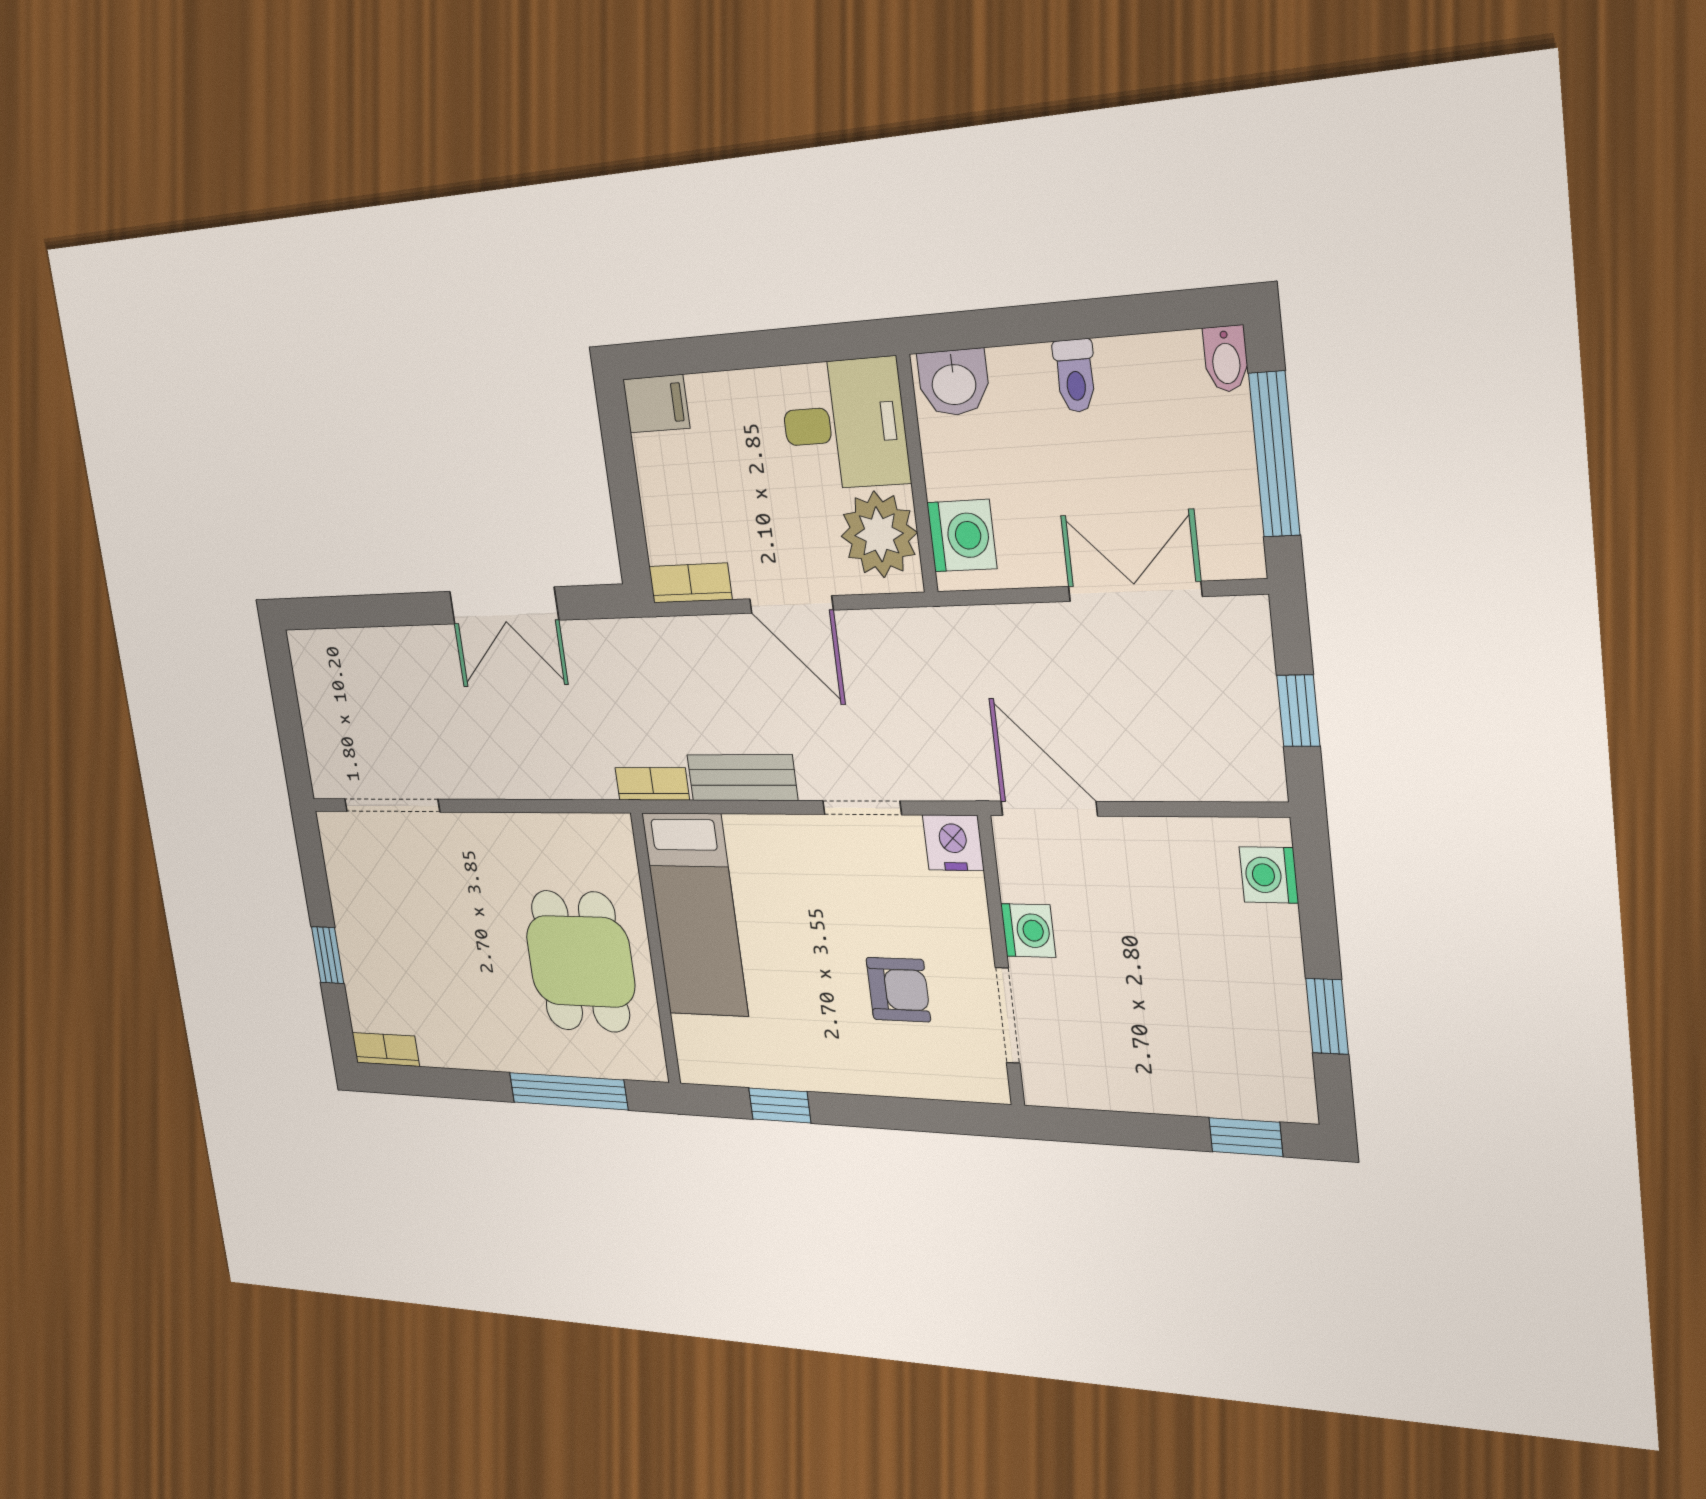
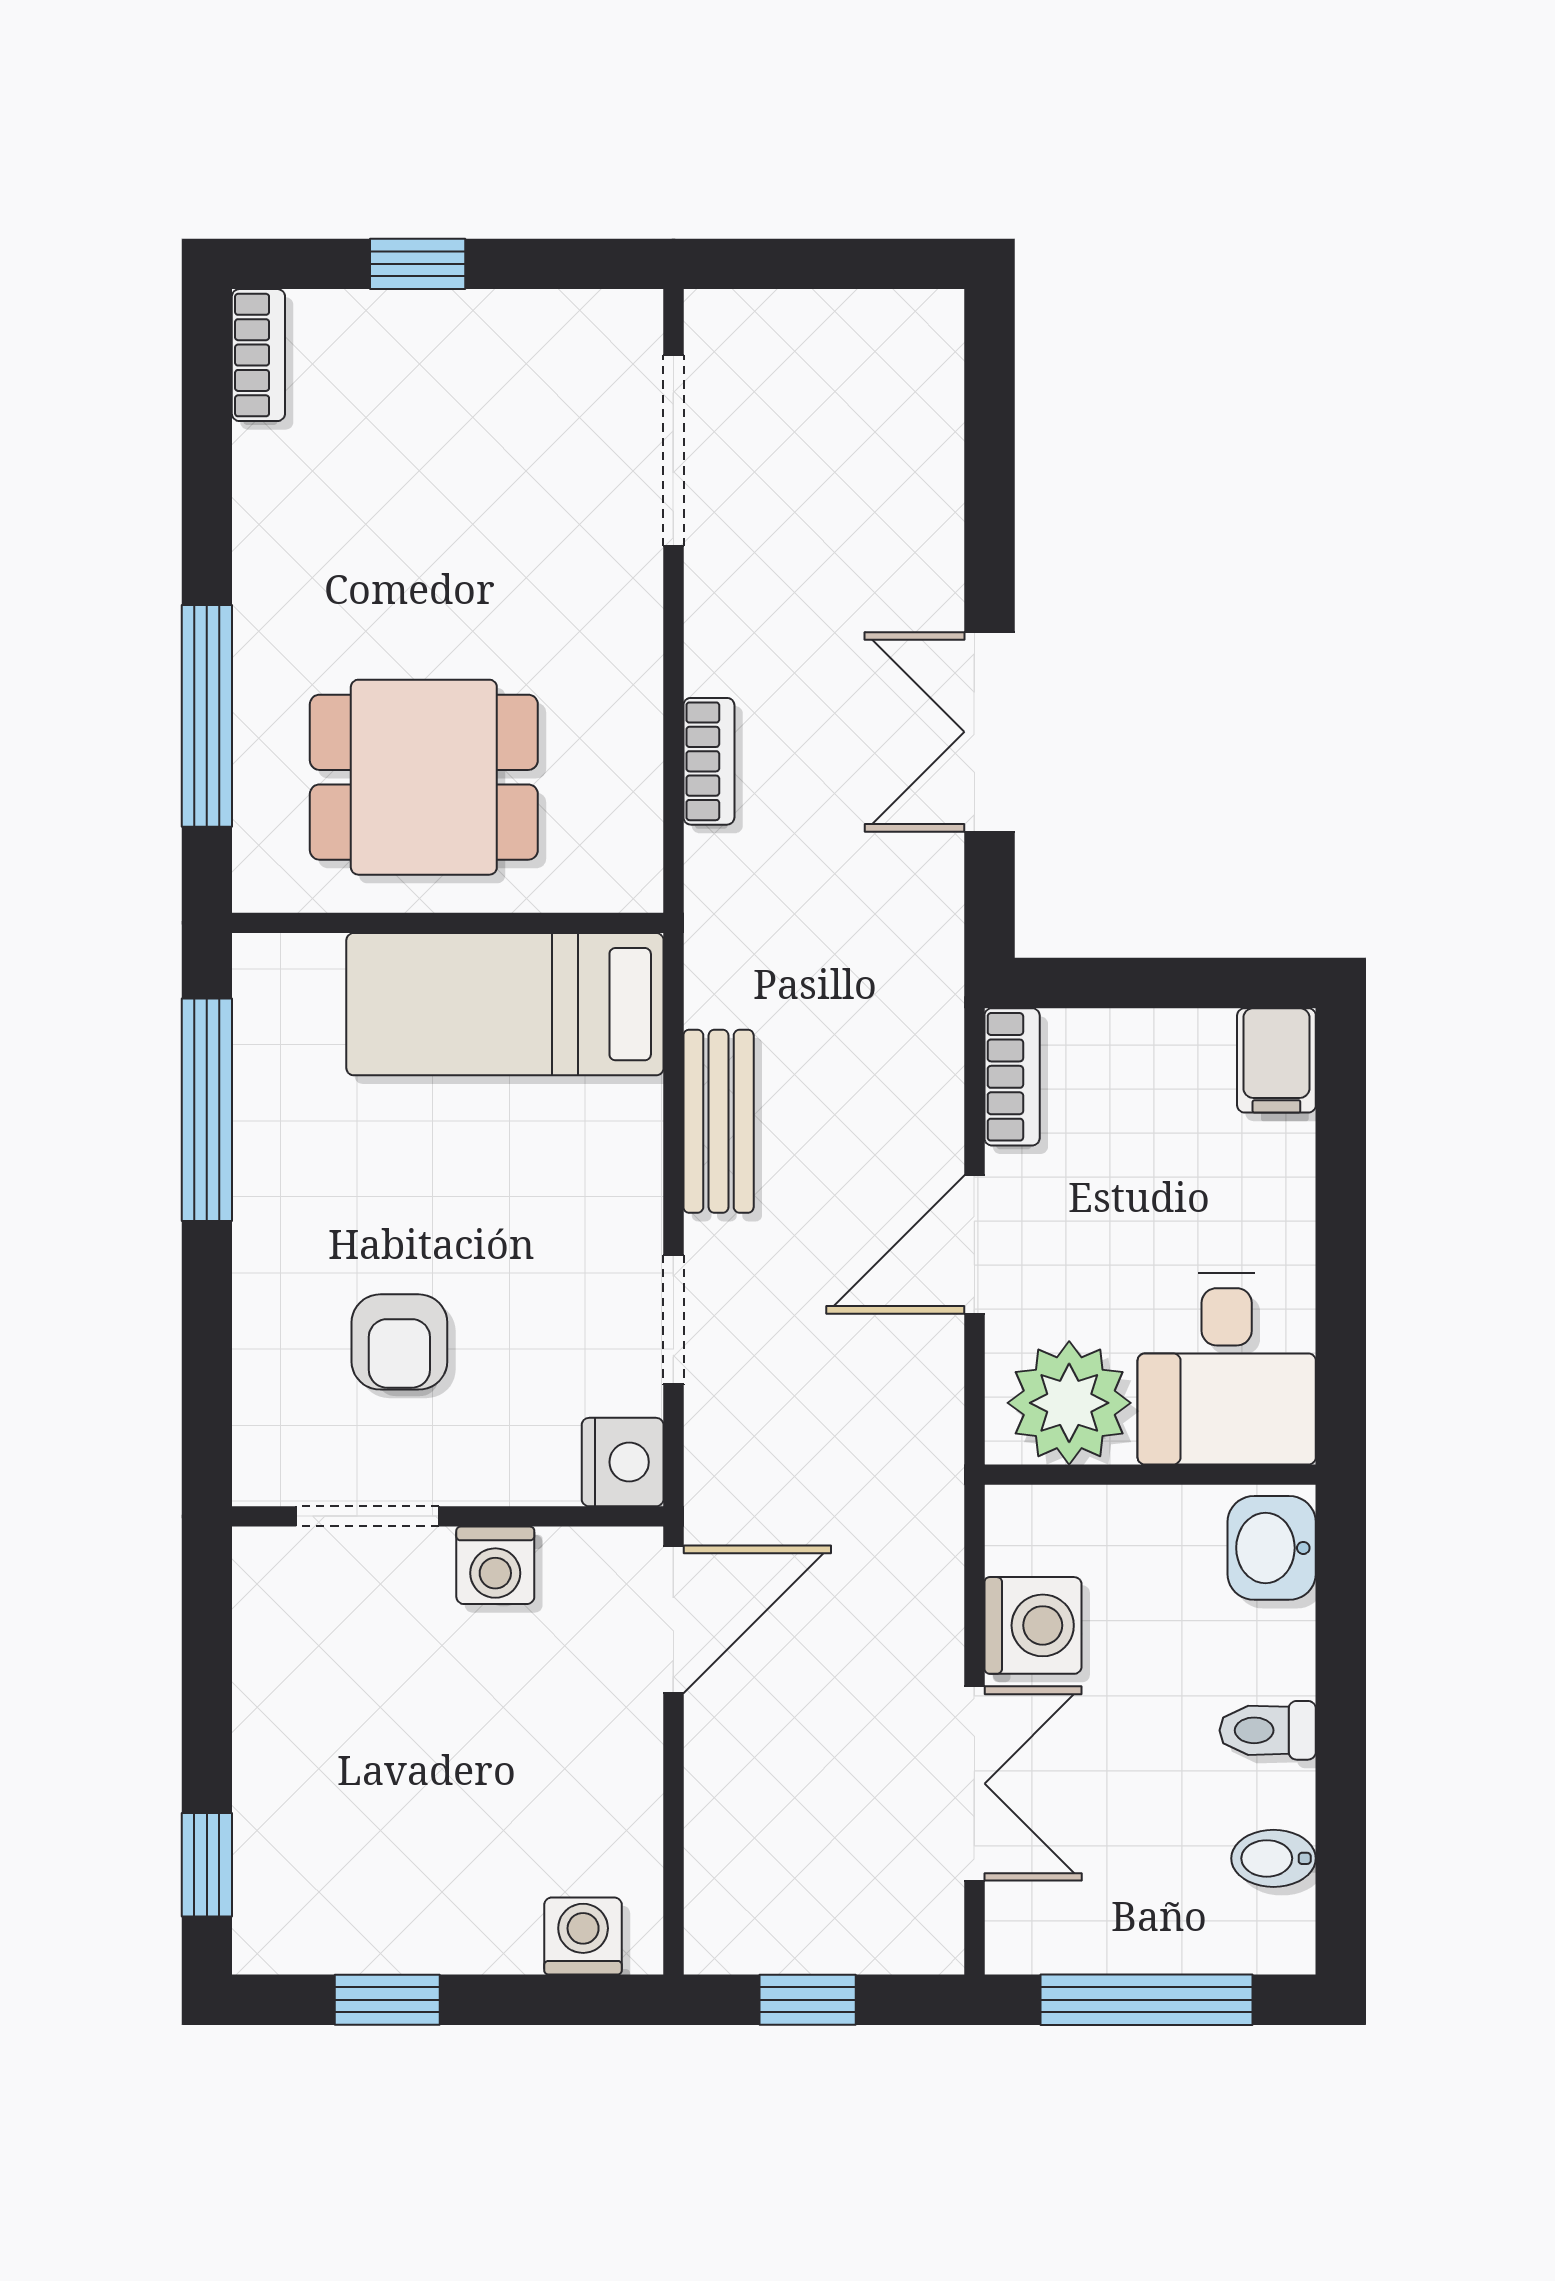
bidet: (1226, 359) -> (1273, 1858), moved
washing machine: (962, 536) -> (1033, 1625), moved, turned -90
bookcase: (652, 784) -> (709, 761), moved
window: (780, 1105) -> (207, 1110), width x2.17

